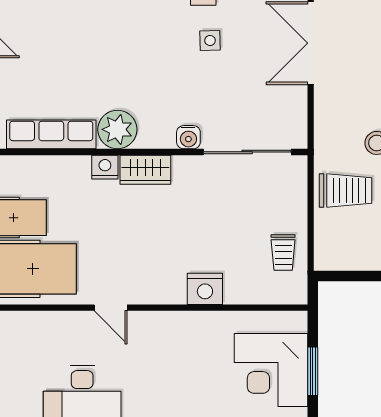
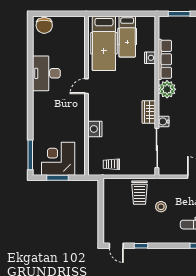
nightstand: (105, 167) -> (150, 58), moved
wardrobe: (145, 170) -> (149, 112), moved

